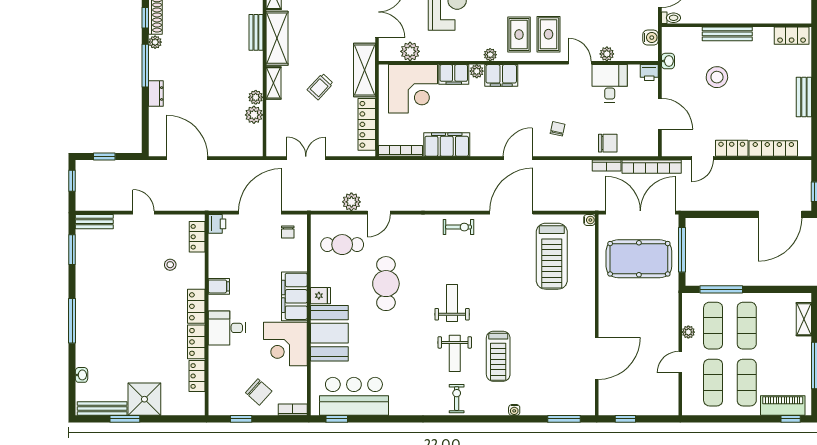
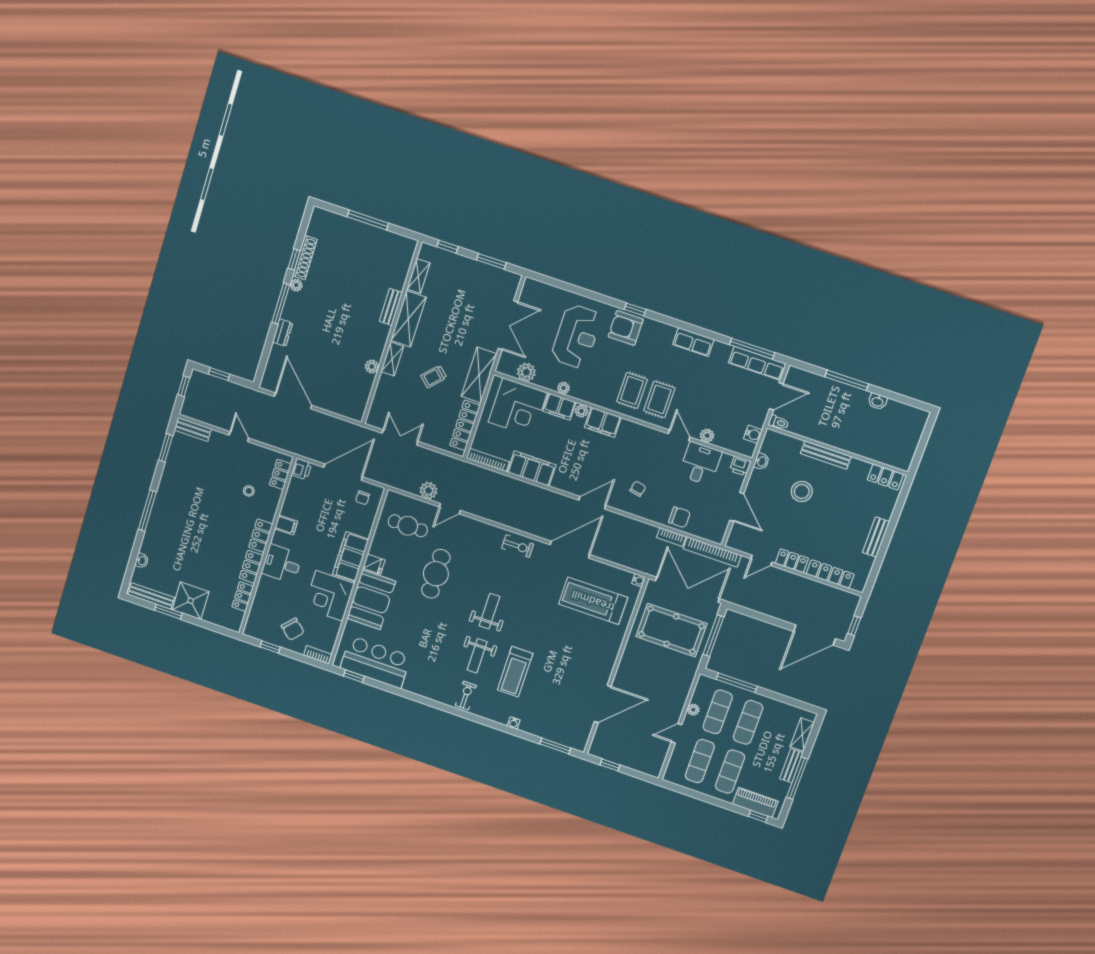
plant: (490, 55) -> (564, 388), moved
plant: (254, 115) -> (365, 382), removed
treadmill: (552, 256) -> (593, 601), turned 90
bench: (805, 355) -> (791, 766), added

